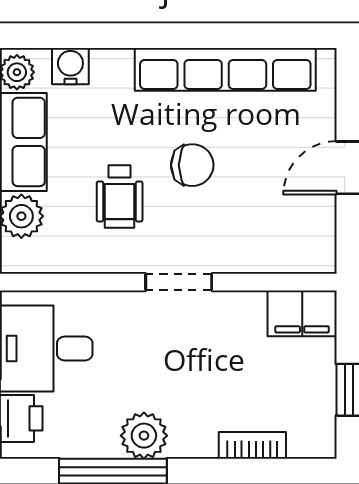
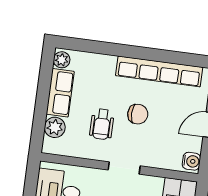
water cooler: (70, 66) -> (191, 161), moved, turned 90

